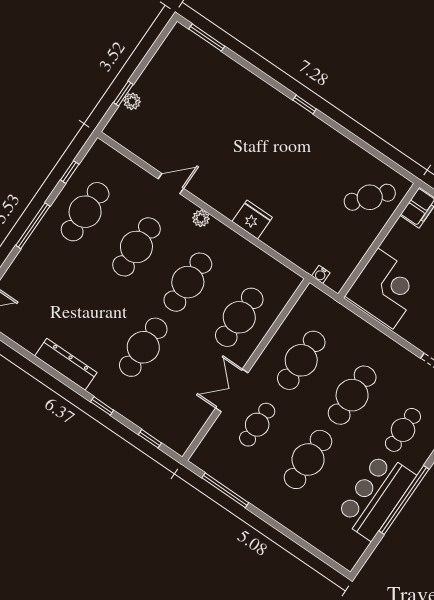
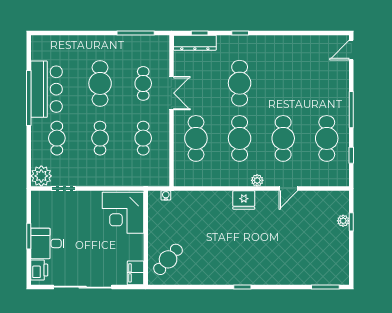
fridge: (252, 219) -> (244, 200), moved
cafe table: (301, 360) -> (143, 138), width x0.73, depth x0.74
dresser: (66, 364) -> (195, 43), moved
cafe table: (352, 395) -> (100, 138), width x0.73, depth x0.74

